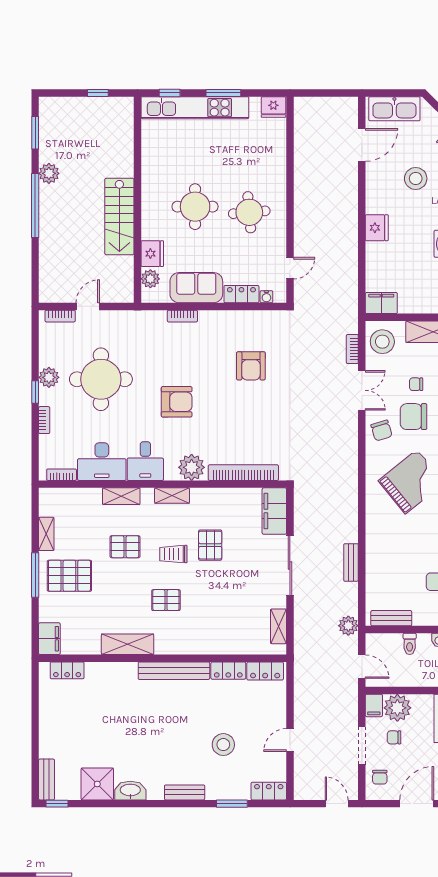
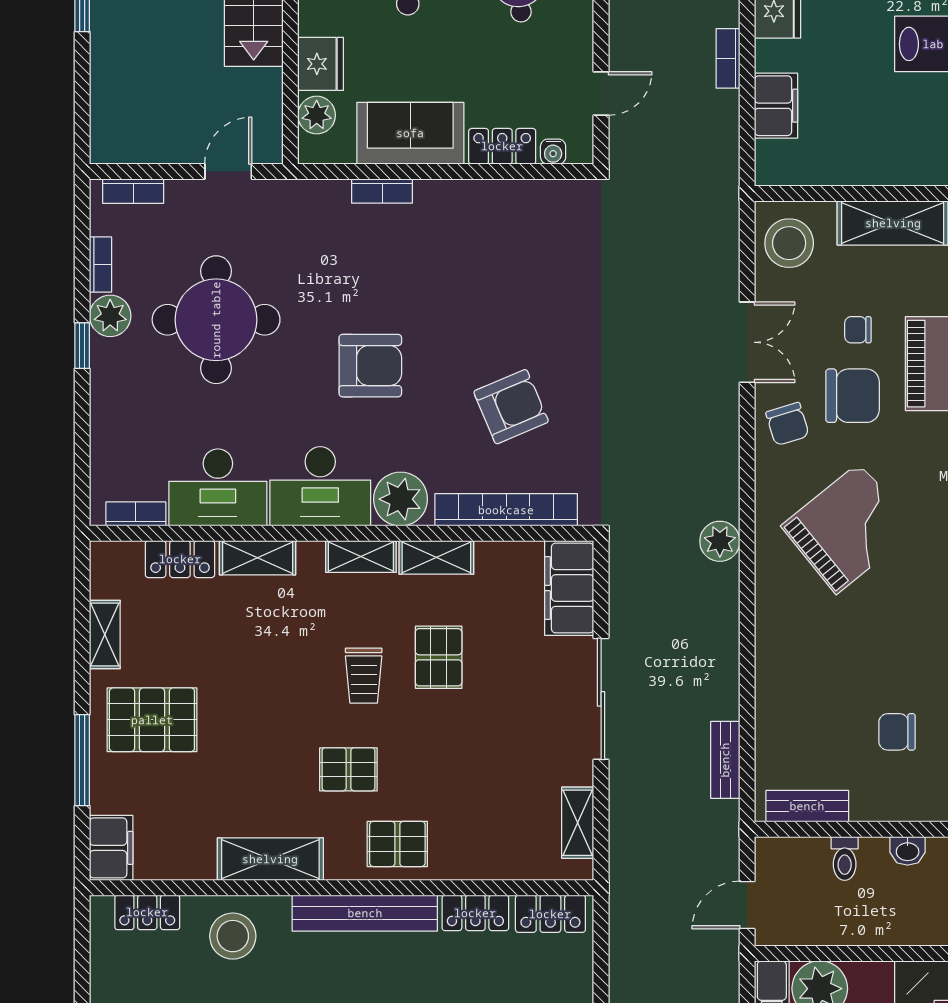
filing cabinet: (381, 303) -> (776, 106), moved, turned 90
door: (88, 306) -> (228, 172), moved
bookcase: (352, 349) -> (728, 58), moved
armchair: (251, 366) -> (511, 407), moved, turned -113
chair: (414, 417) -> (853, 396), turned 180
bookcase: (44, 420) -> (101, 264), moved
desk: (145, 461) -> (320, 486), width x1.37
shelving: (209, 496) -> (436, 557), added
locker: (83, 497) -> (180, 559), added
pallet: (125, 547) -> (397, 844), moved
trolley: (173, 554) -> (364, 676), turned -90
bench: (351, 562) -> (725, 760), moved
window: (35, 575) -> (82, 760), moved
plant: (348, 626) -> (720, 541), moved
door: (362, 667) -> (747, 905), swing flipped
stool: (109, 682) -> (233, 936), added

